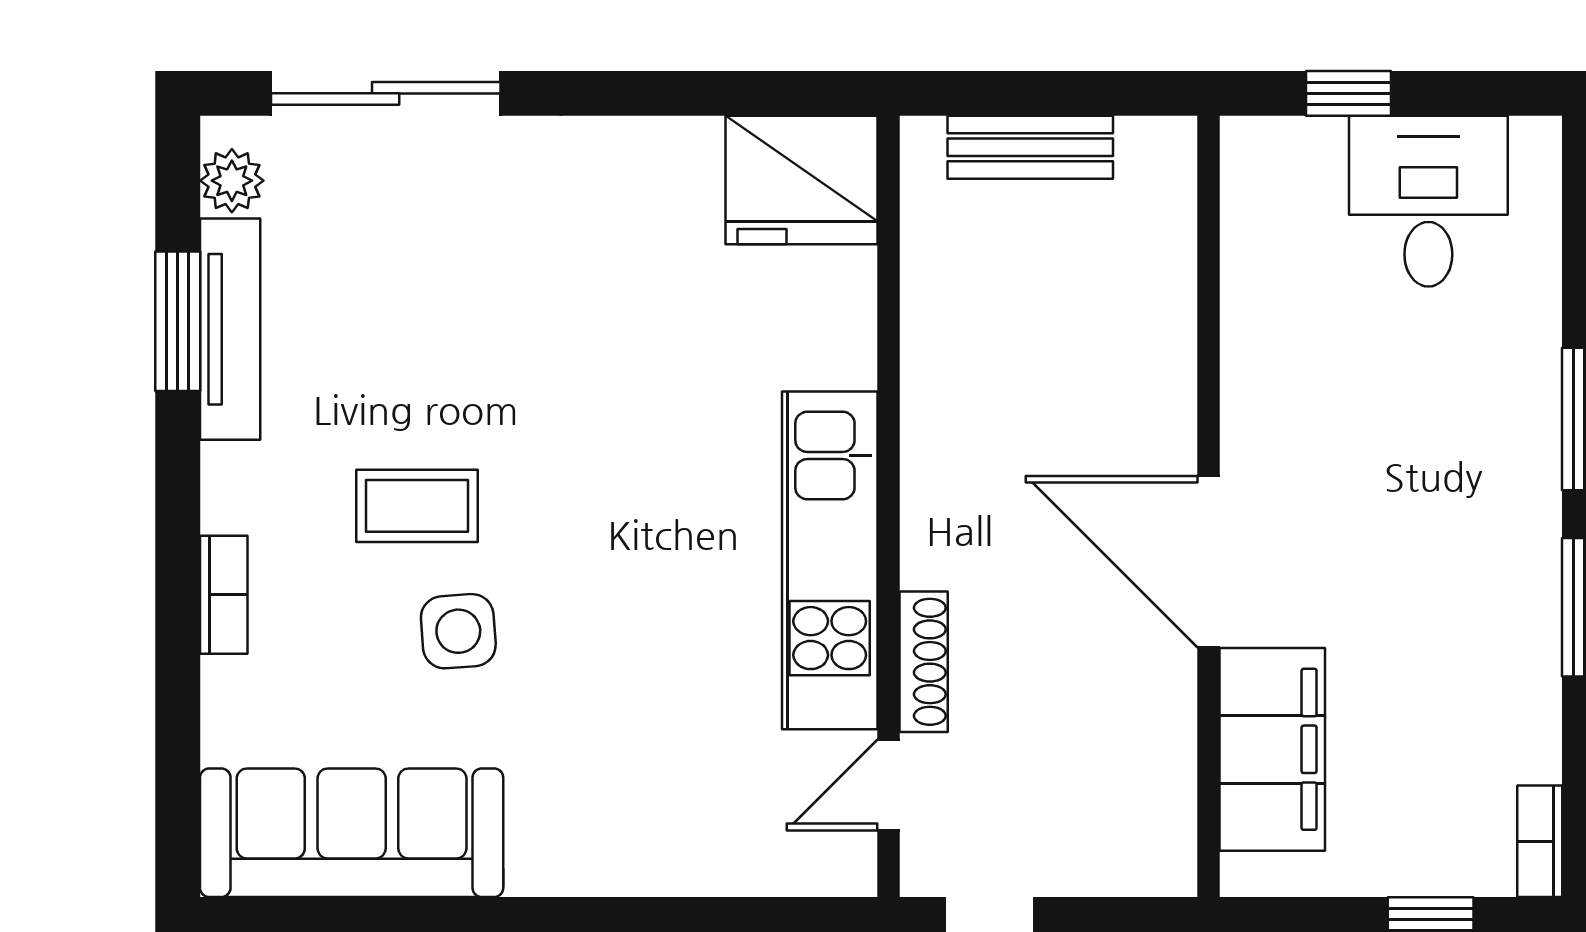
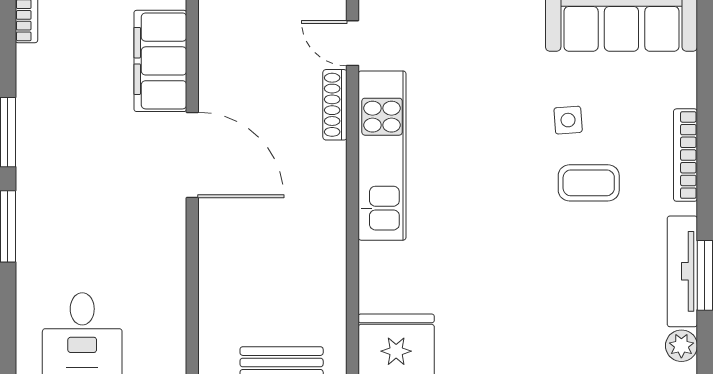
bookcase: (224, 595) -> (685, 155), width x1.56
side table: (458, 631) -> (568, 120), width x0.73, depth x0.73
door: (889, 785) -> (353, 43), swing flipped

